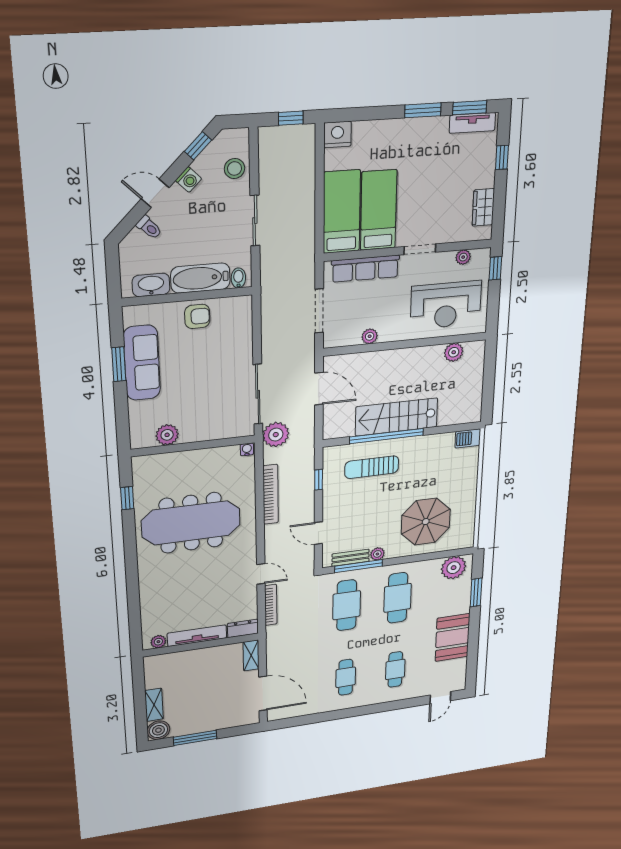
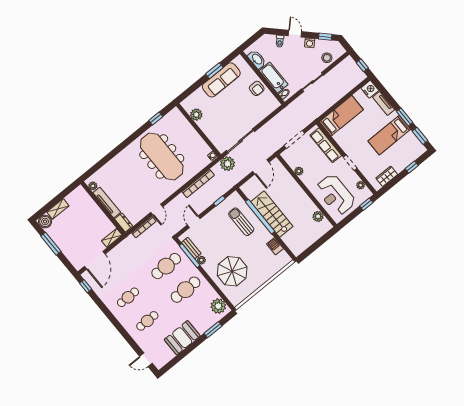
tv unit: (472, 123) -> (384, 103), moved
bed: (379, 210) -> (389, 135), moved, turned 180
barbecue: (468, 438) -> (275, 246), moved
window: (287, 723) -> (86, 286), added

